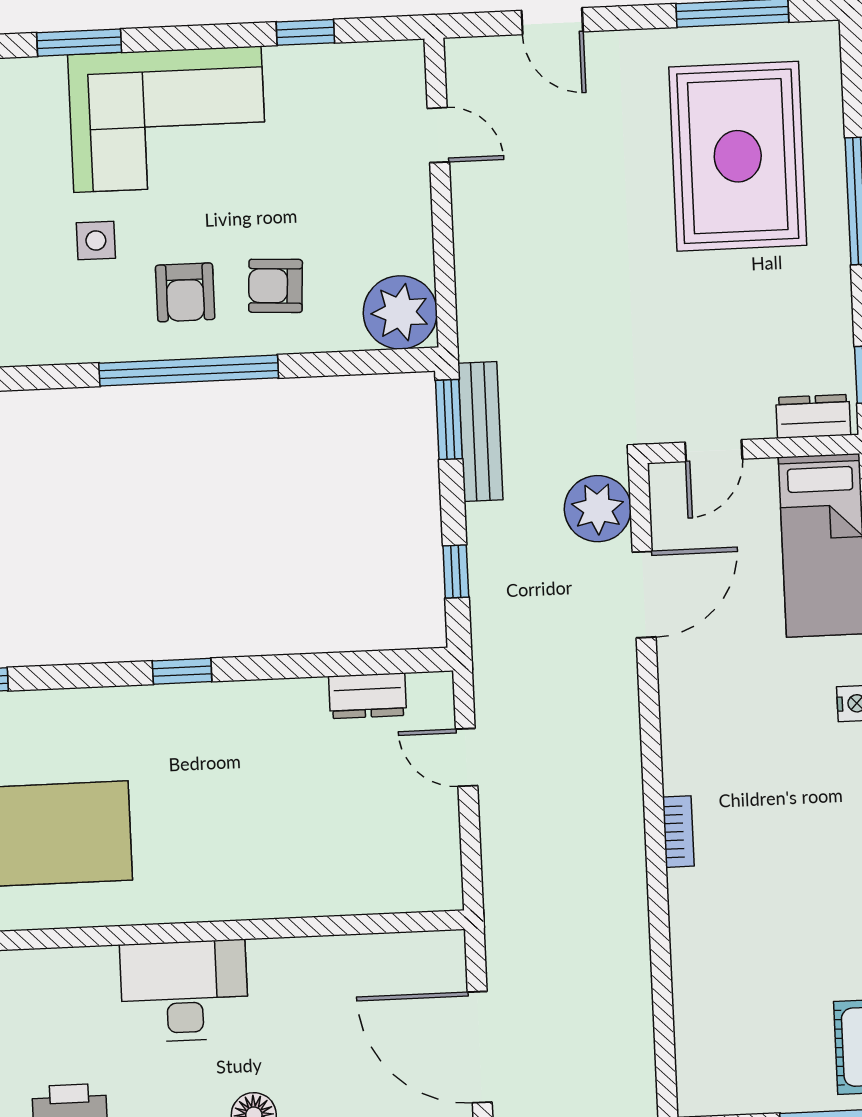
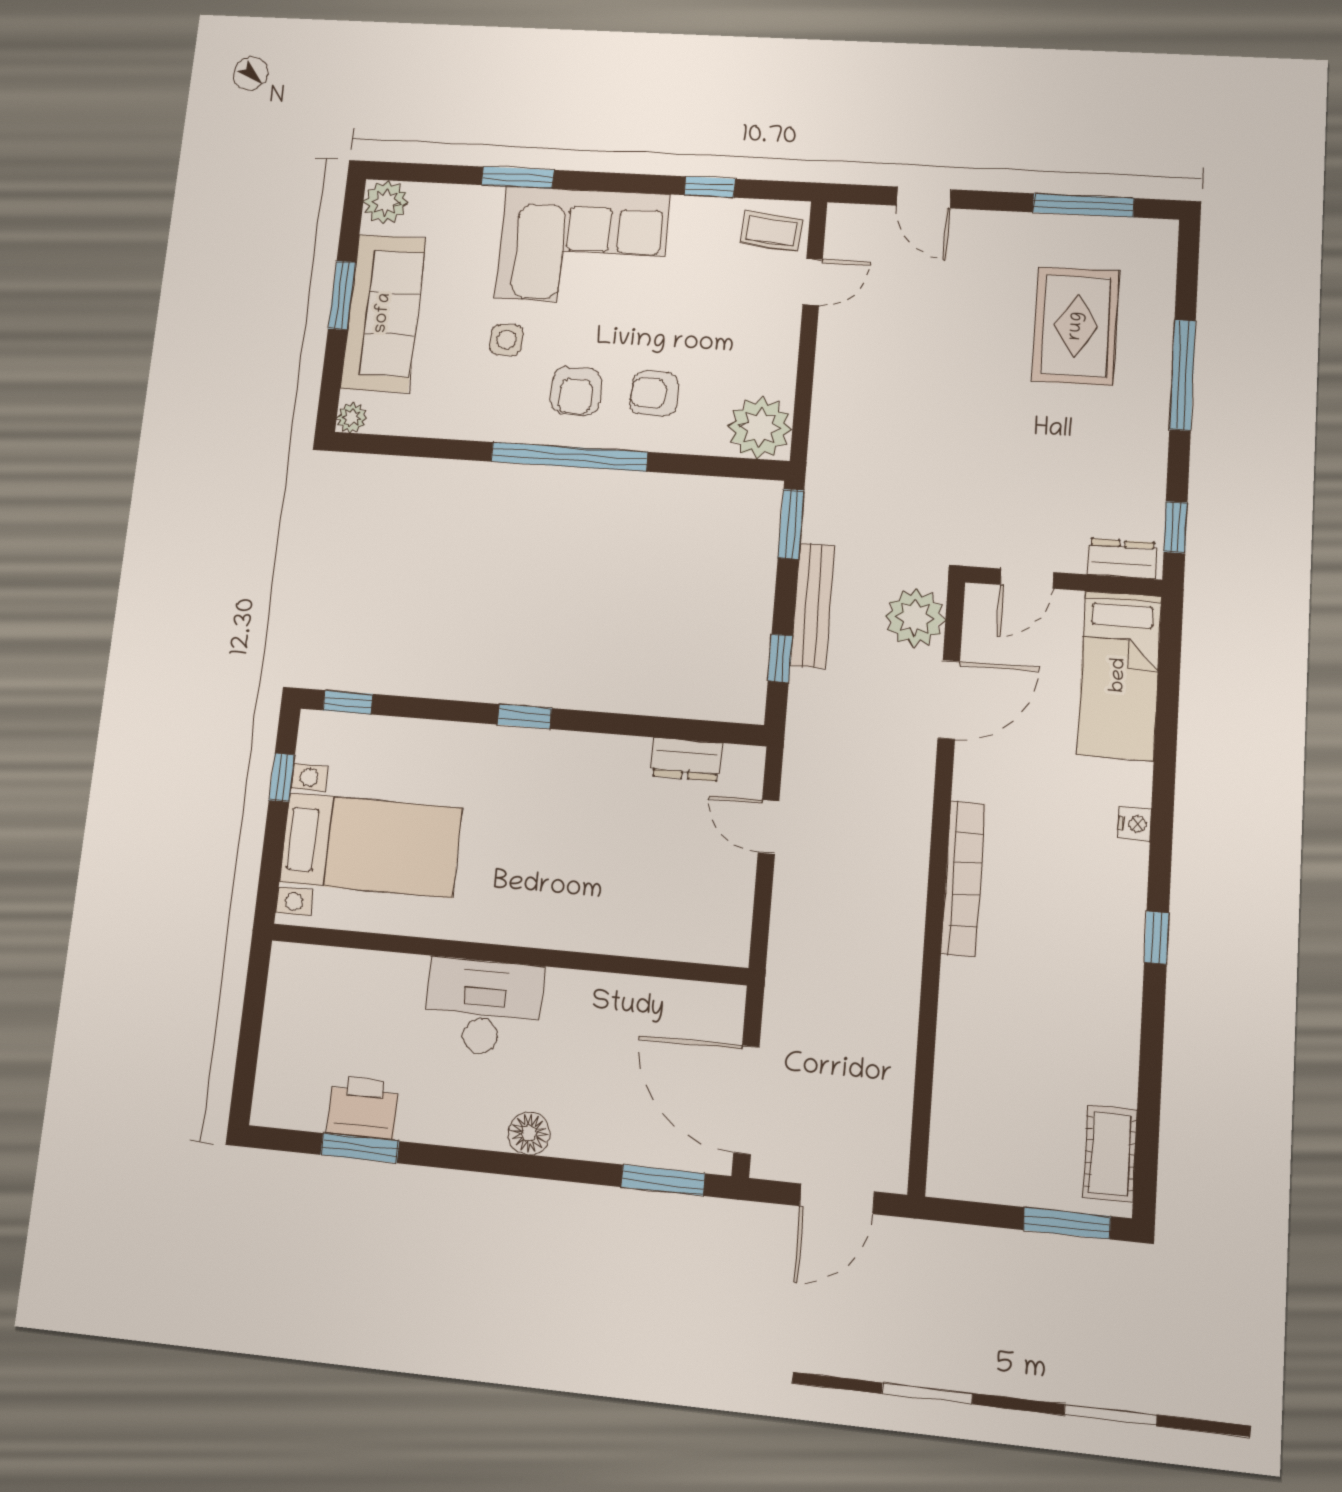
coffee table: (384, 78) -> (772, 231), added
door: (438, 135) -> (813, 282), hinge flipped
rug: (738, 156) -> (1076, 326), width x0.73, depth x0.69
bench: (480, 432) -> (812, 605), moved
bookcase: (678, 832) -> (963, 878), width x2.31, depth x1.31

